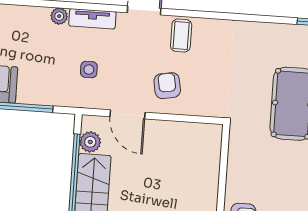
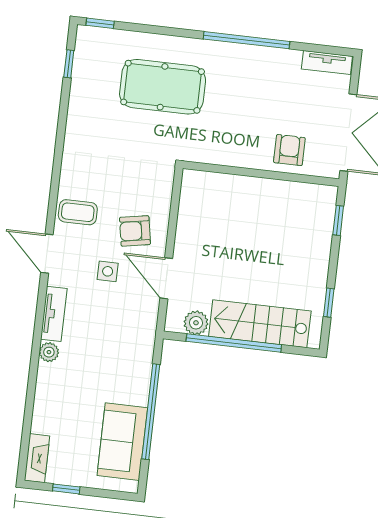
side table: (89, 70) -> (108, 271), moved
door: (127, 114) -> (166, 278), swing flipped

